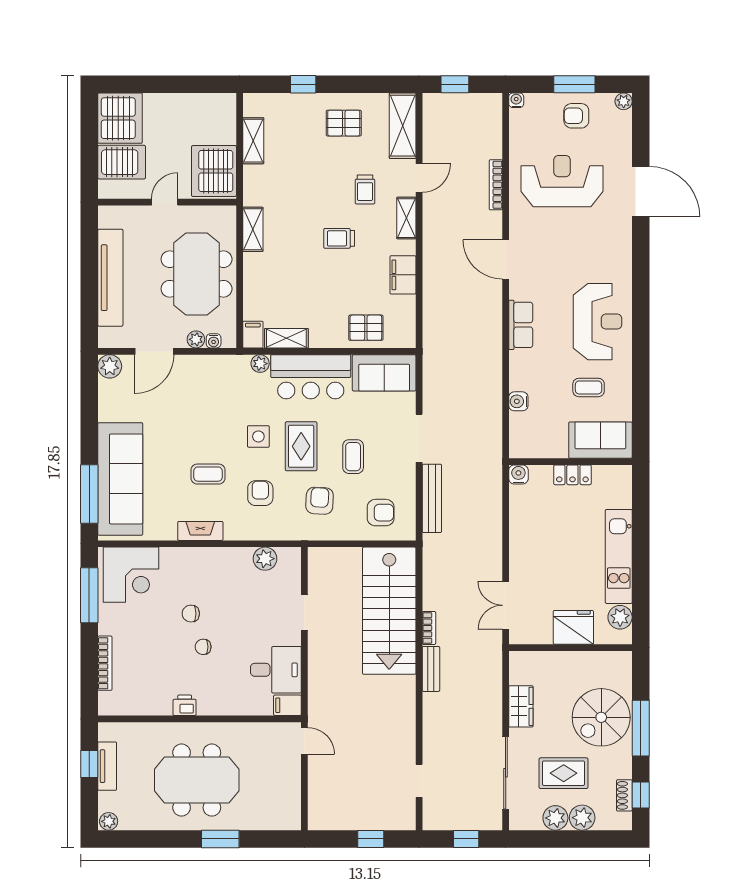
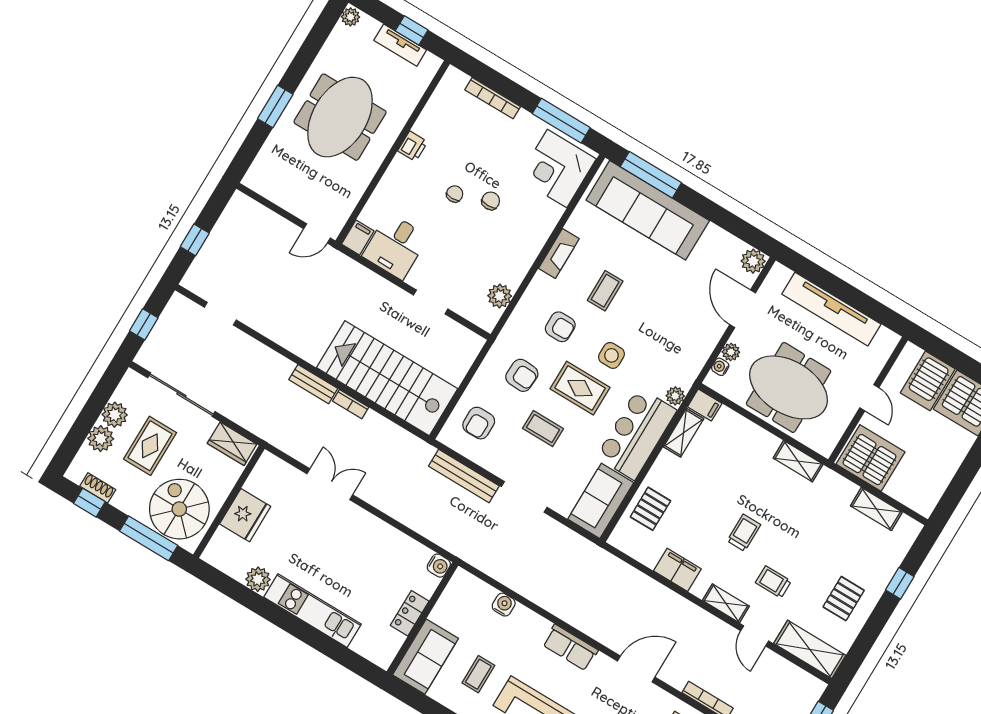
fridge: (573, 627) -> (245, 515), moved
wall: (570, 648) -> (229, 502), moved

